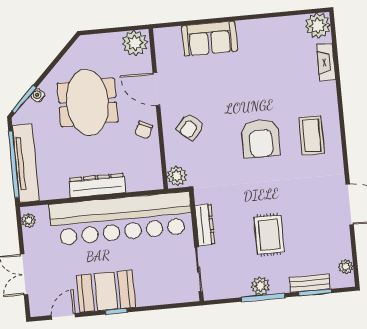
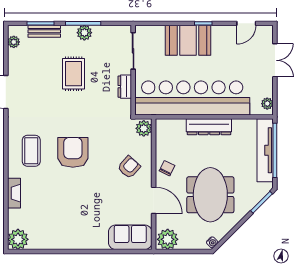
sofa: (209, 38) -> (130, 237), moved
fireplace: (326, 62) -> (14, 193), moved
water cooler: (38, 95) -> (212, 242), moved
dresser: (205, 225) -> (125, 87), width x0.70
booth: (106, 291) -> (188, 40), moved

